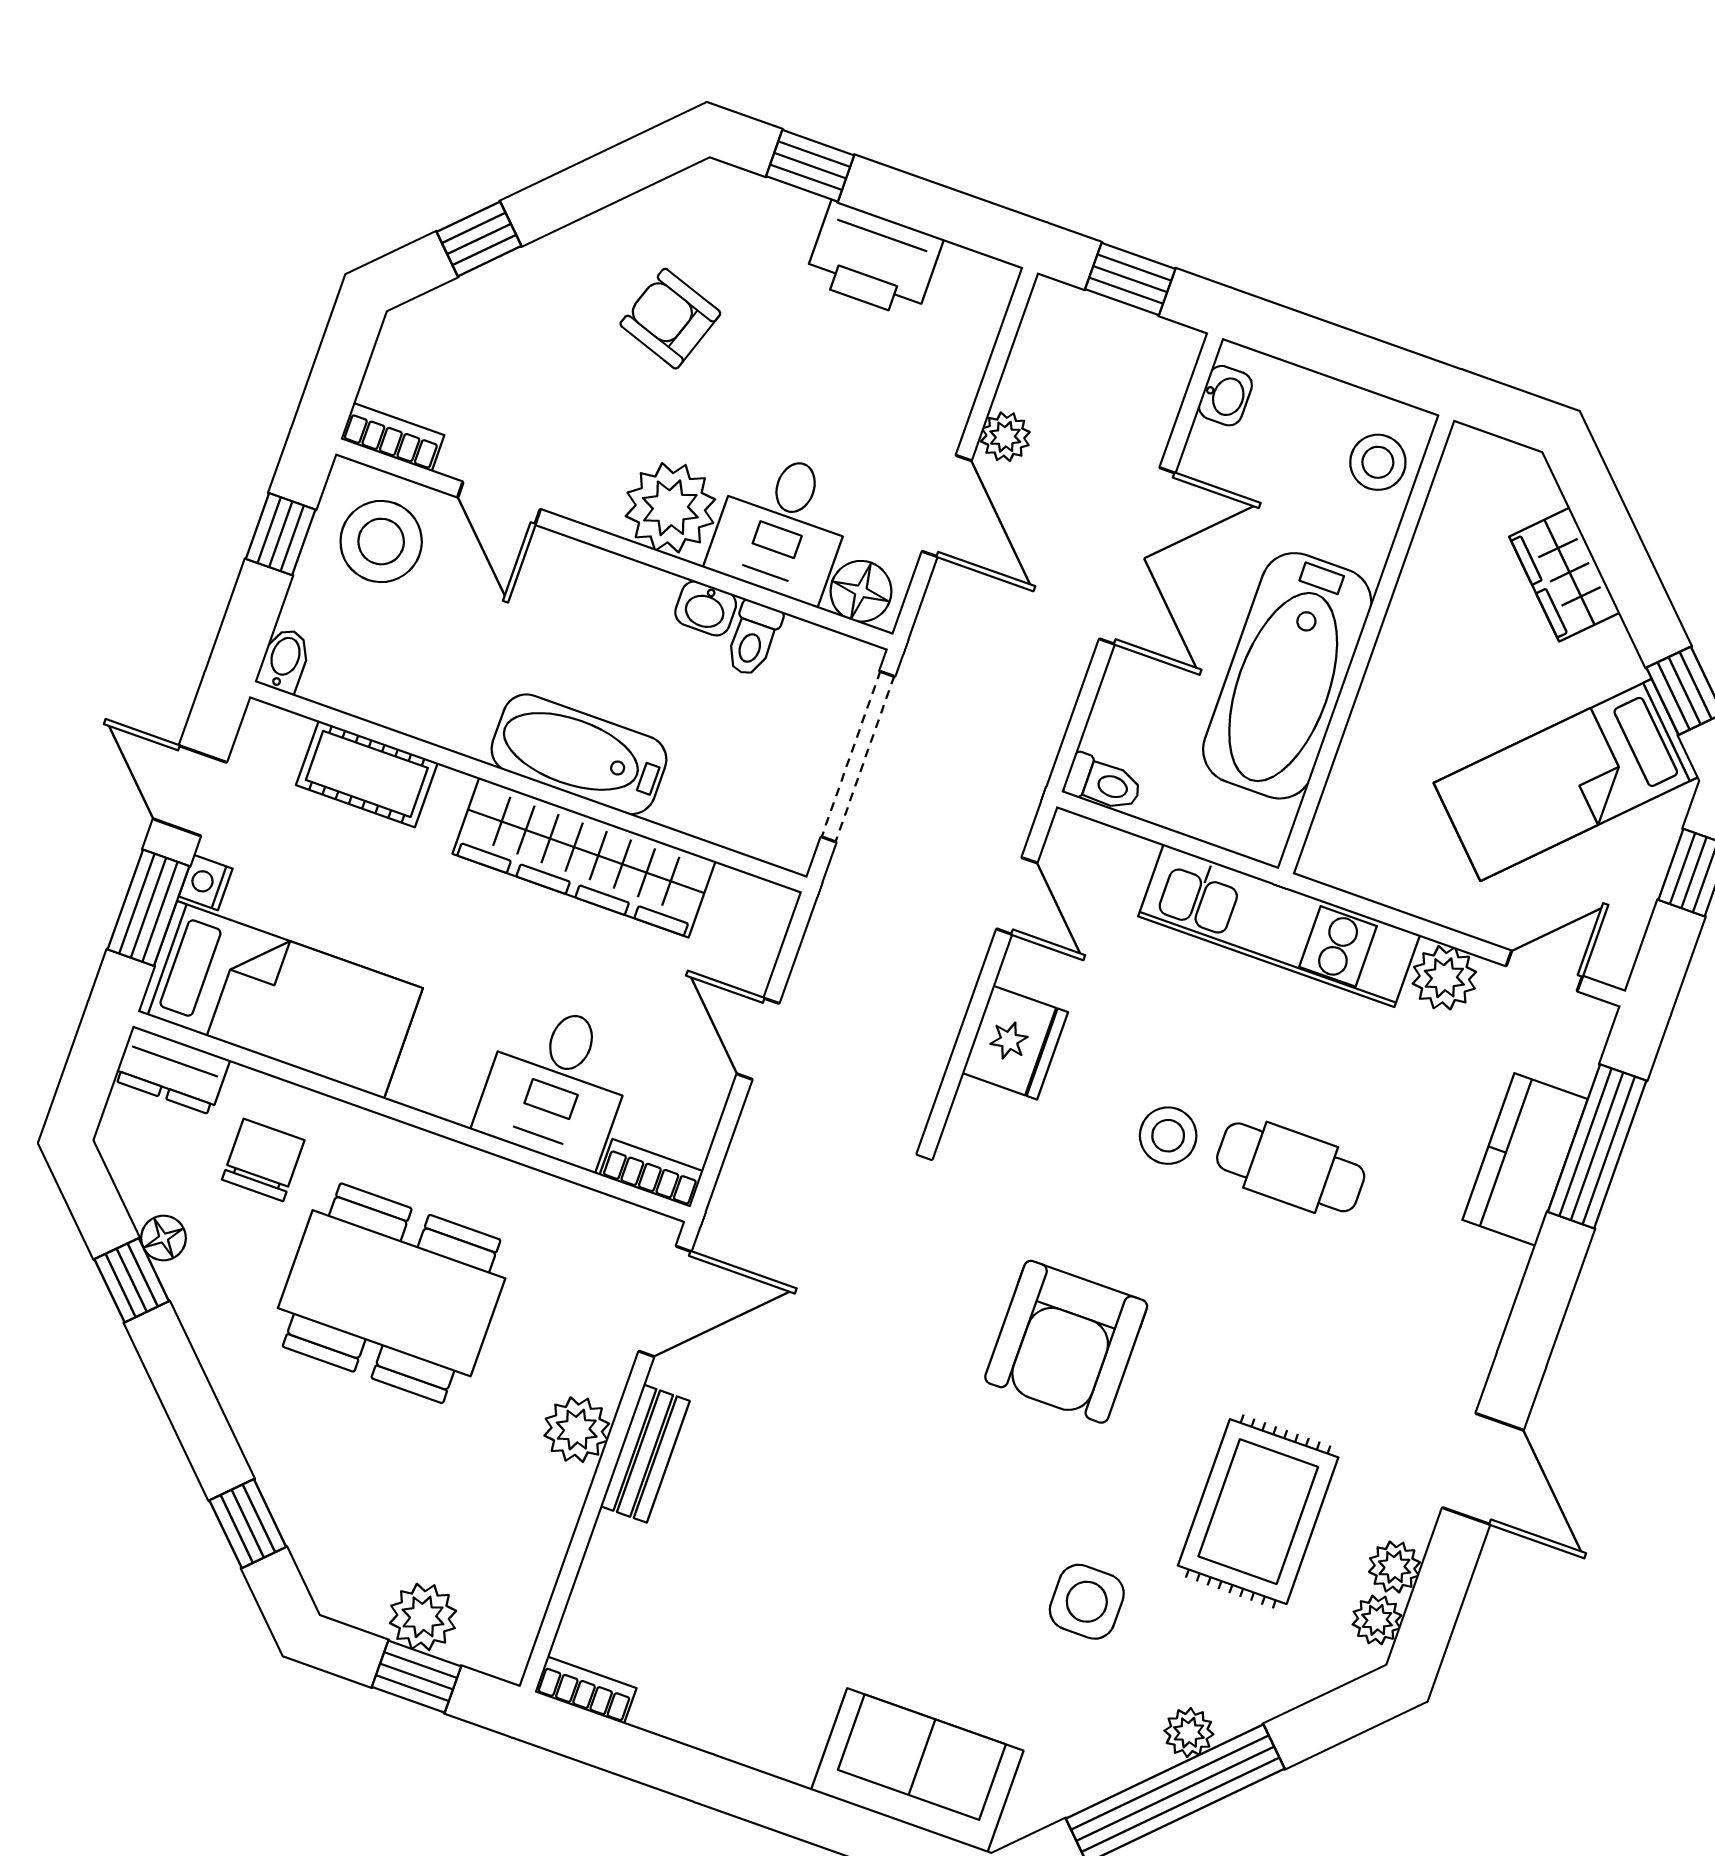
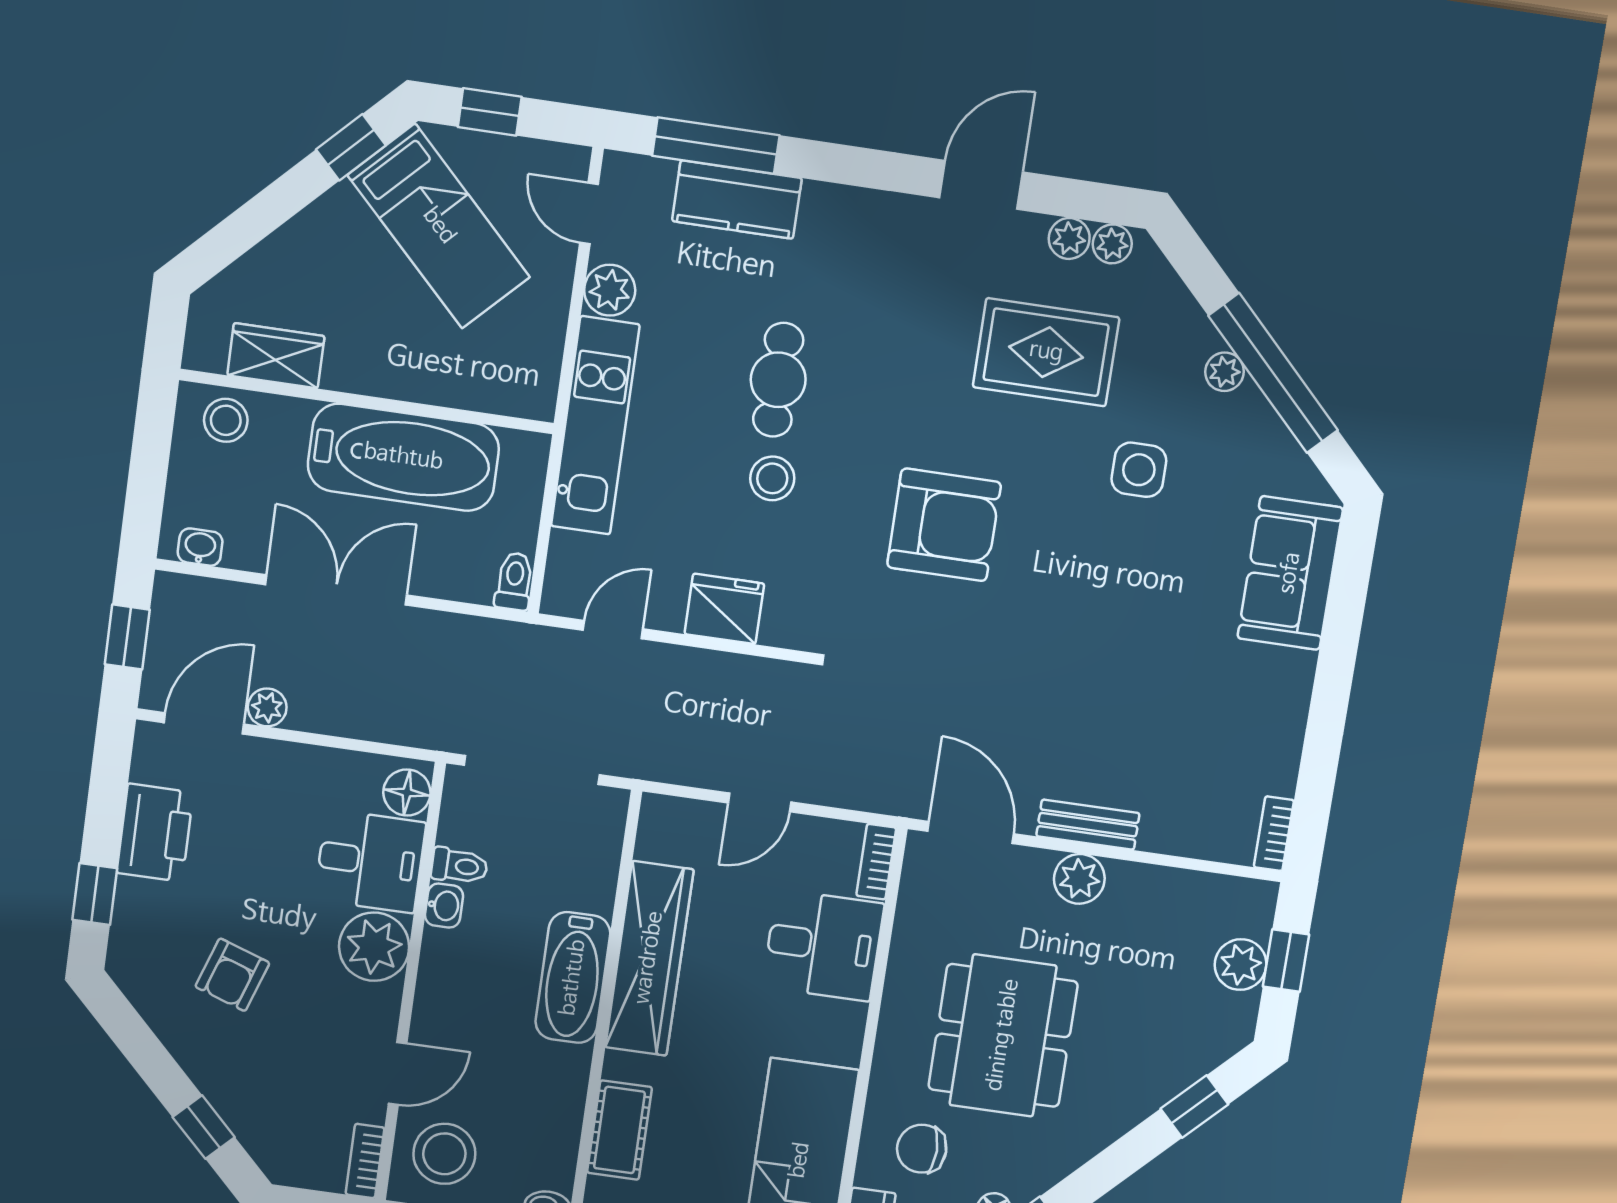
door: (947, 506) -> (204, 723), moved
wardrobe: (1565, 575) -> (276, 356), moved, turned -135

